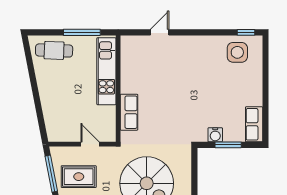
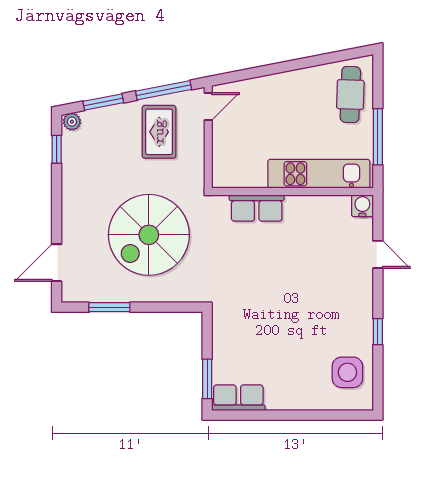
window: (246, 32) -> (378, 332), moved
water cooler: (215, 135) -> (362, 206), moved, turned 90
door: (90, 144) -> (208, 107), moved
window: (228, 145) -> (207, 379), moved

